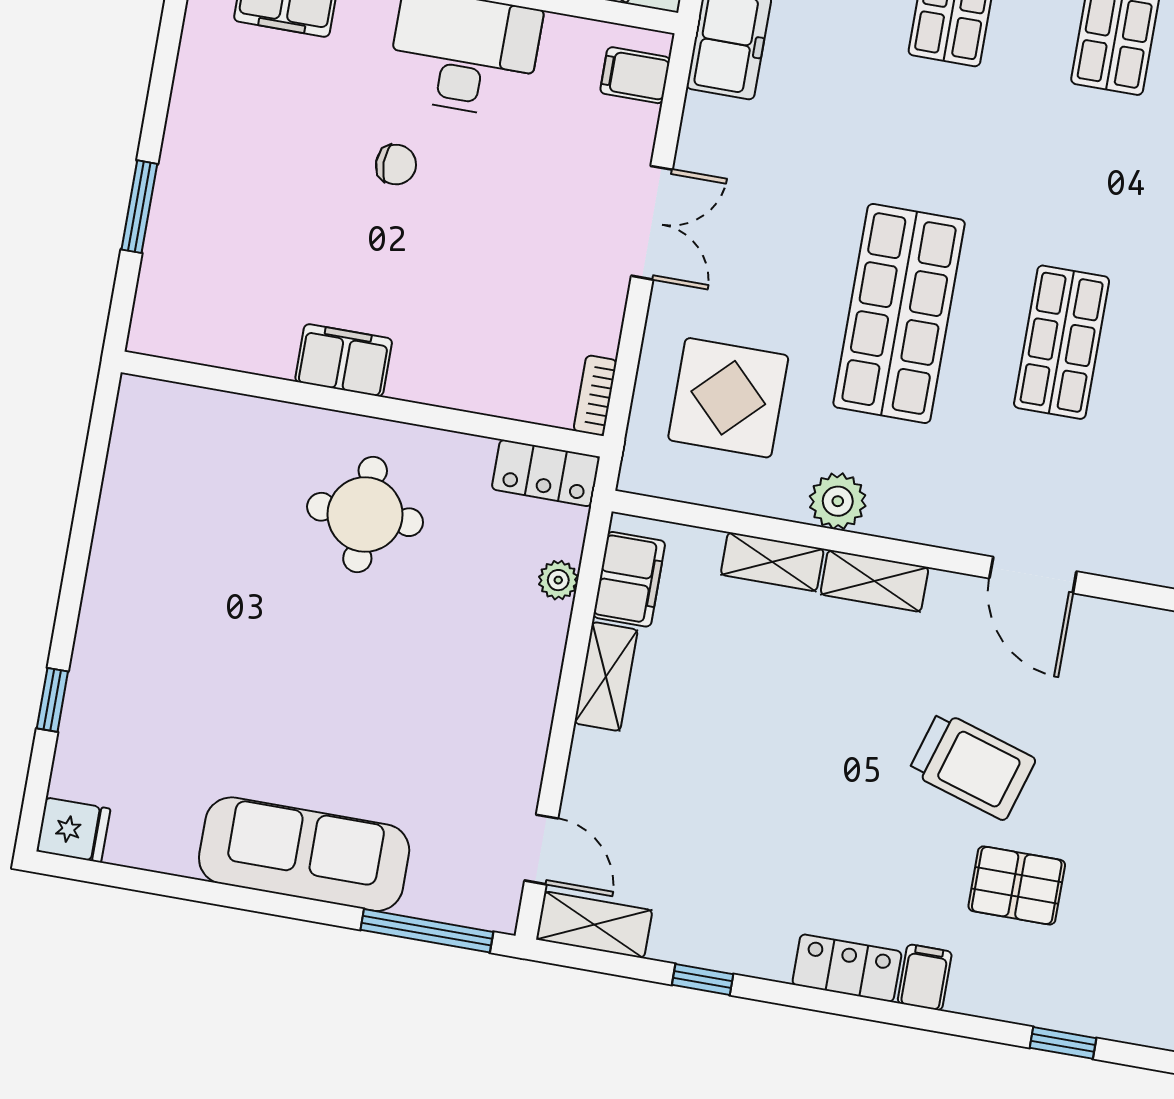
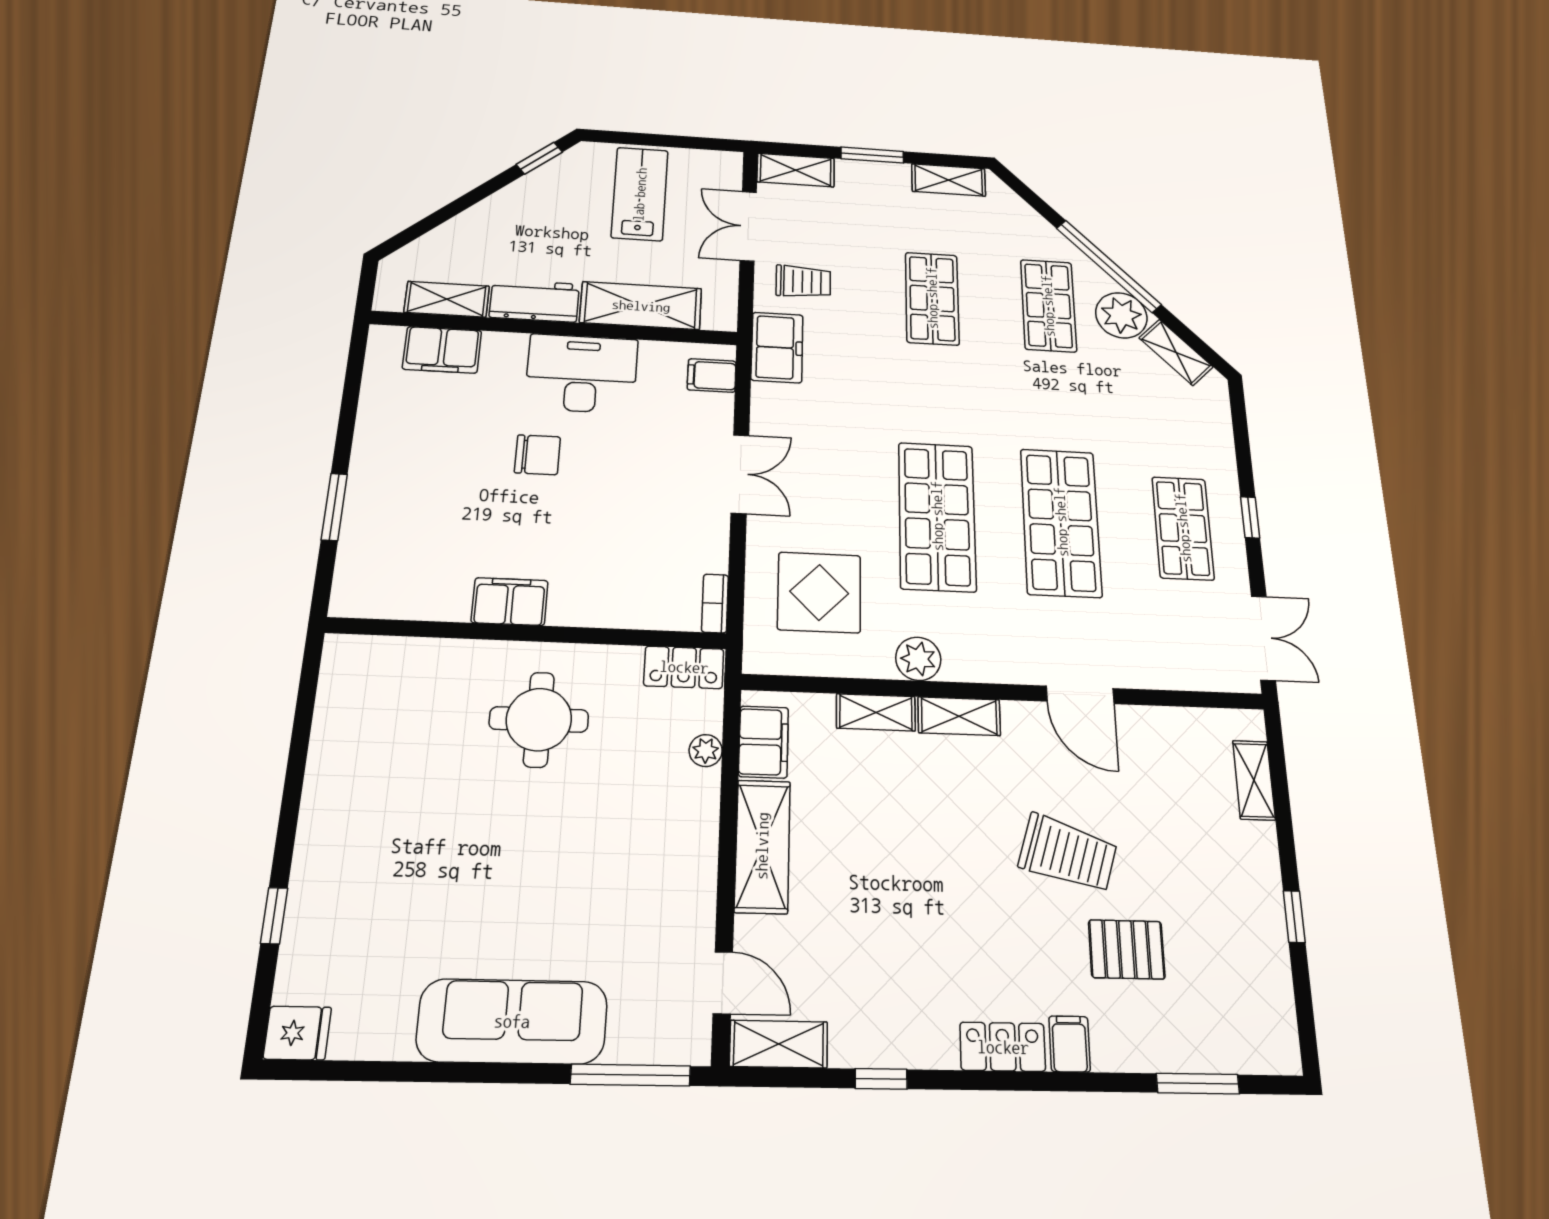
chair: (396, 165) -> (538, 455), width x1.37, depth x1.37
shop shelf: (1062, 342) -> (1061, 522), width x1.43, depth x1.36
shelving: (606, 677) -> (762, 846), width x1.50, depth x1.33
window: (1063, 1043) -> (1198, 1084), width x1.50

